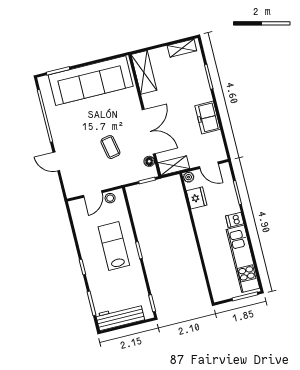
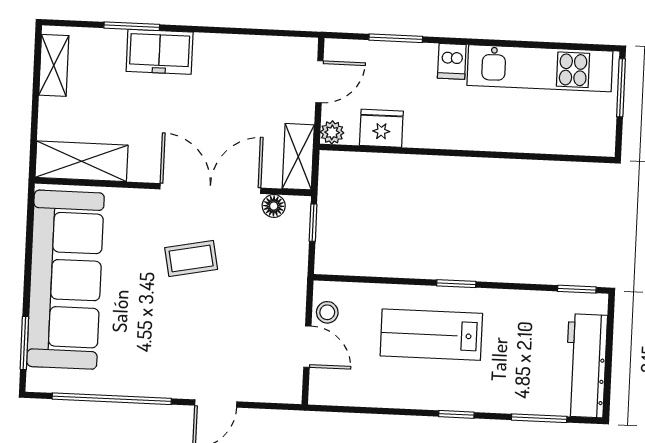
freezer: (208, 118) -> (160, 52), moved
coffee table: (110, 147) -> (191, 258), moved

